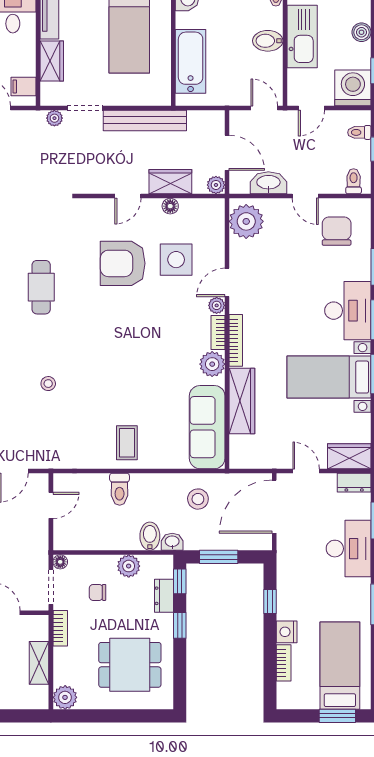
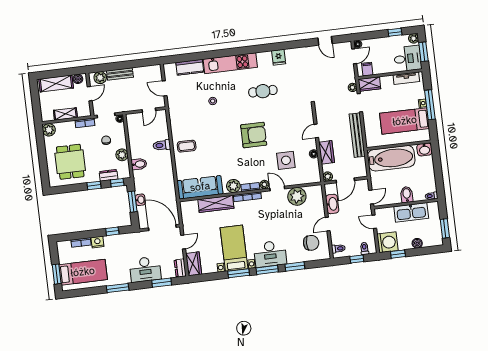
wardrobe: (52, 61) -> (369, 84), moved
bathtub: (191, 61) -> (391, 158), width x1.36, depth x1.36
door: (128, 196) -> (316, 131), hinge flipped
plant: (246, 221) -> (297, 196), moved
armchair: (123, 263) -> (254, 135), moved, turned 90
stool: (198, 499) -> (162, 187), removed
door: (51, 505) -> (149, 110), hinge flipped
washbasin: (172, 542) -> (140, 200), moved

